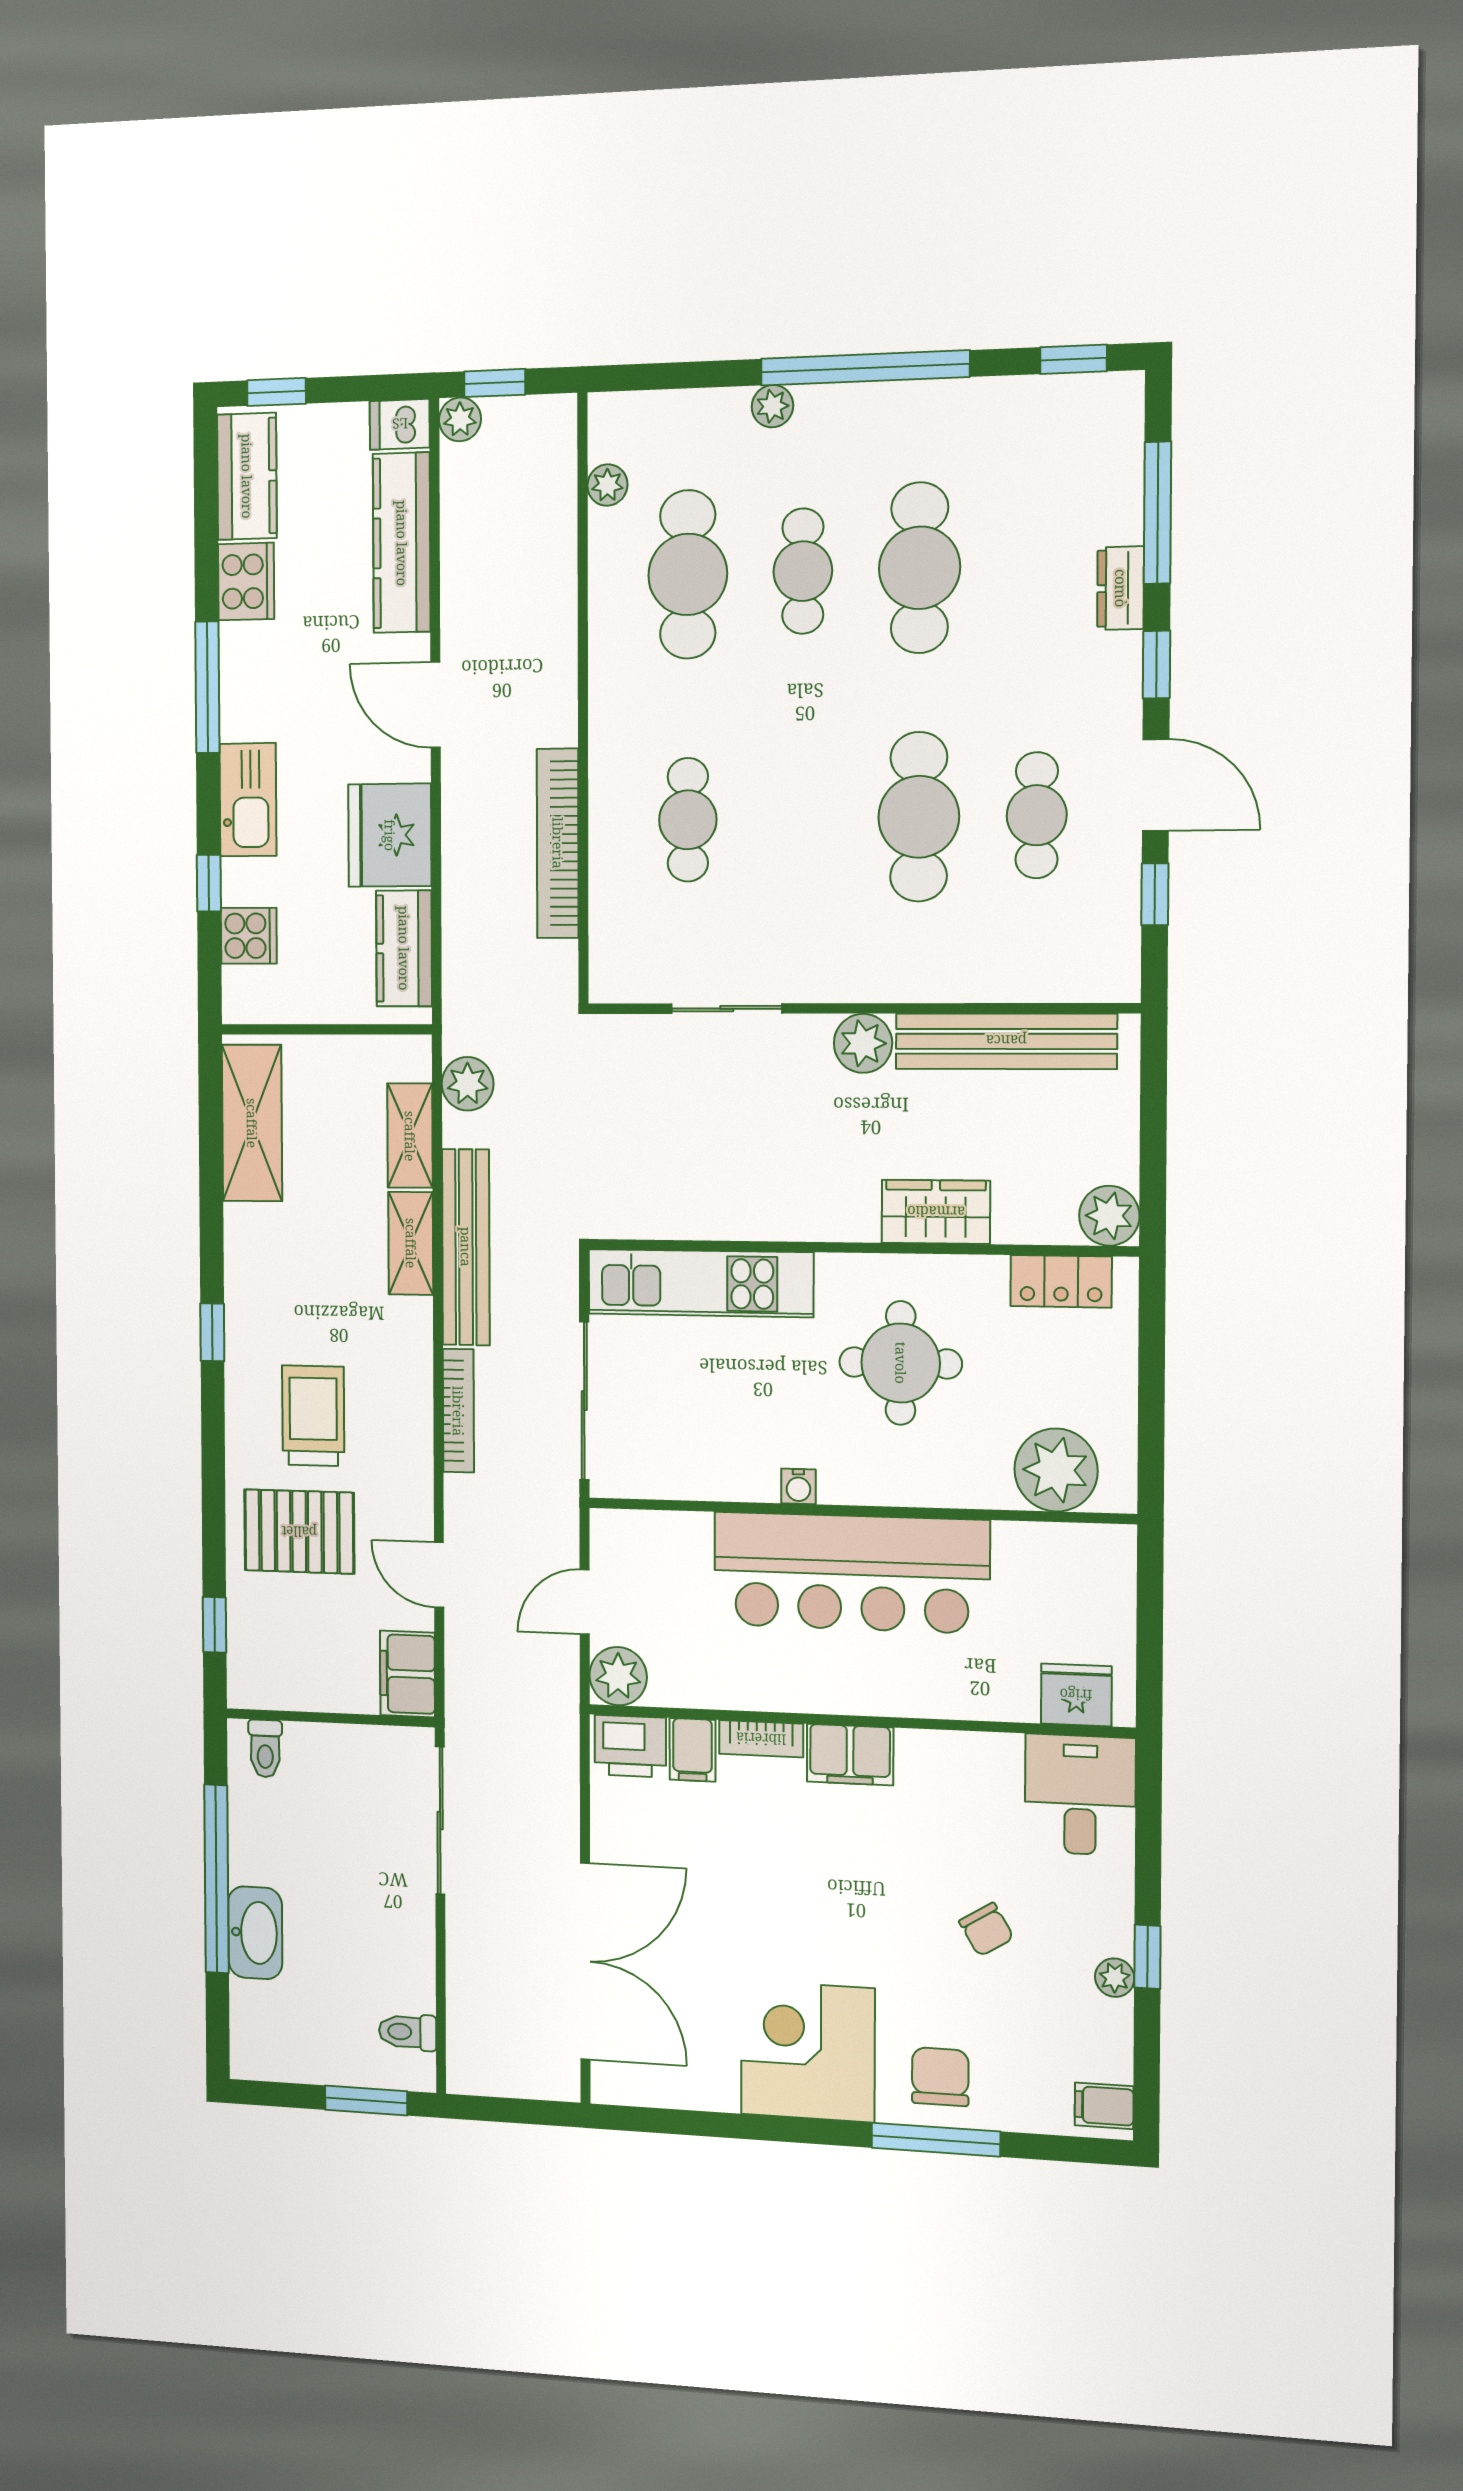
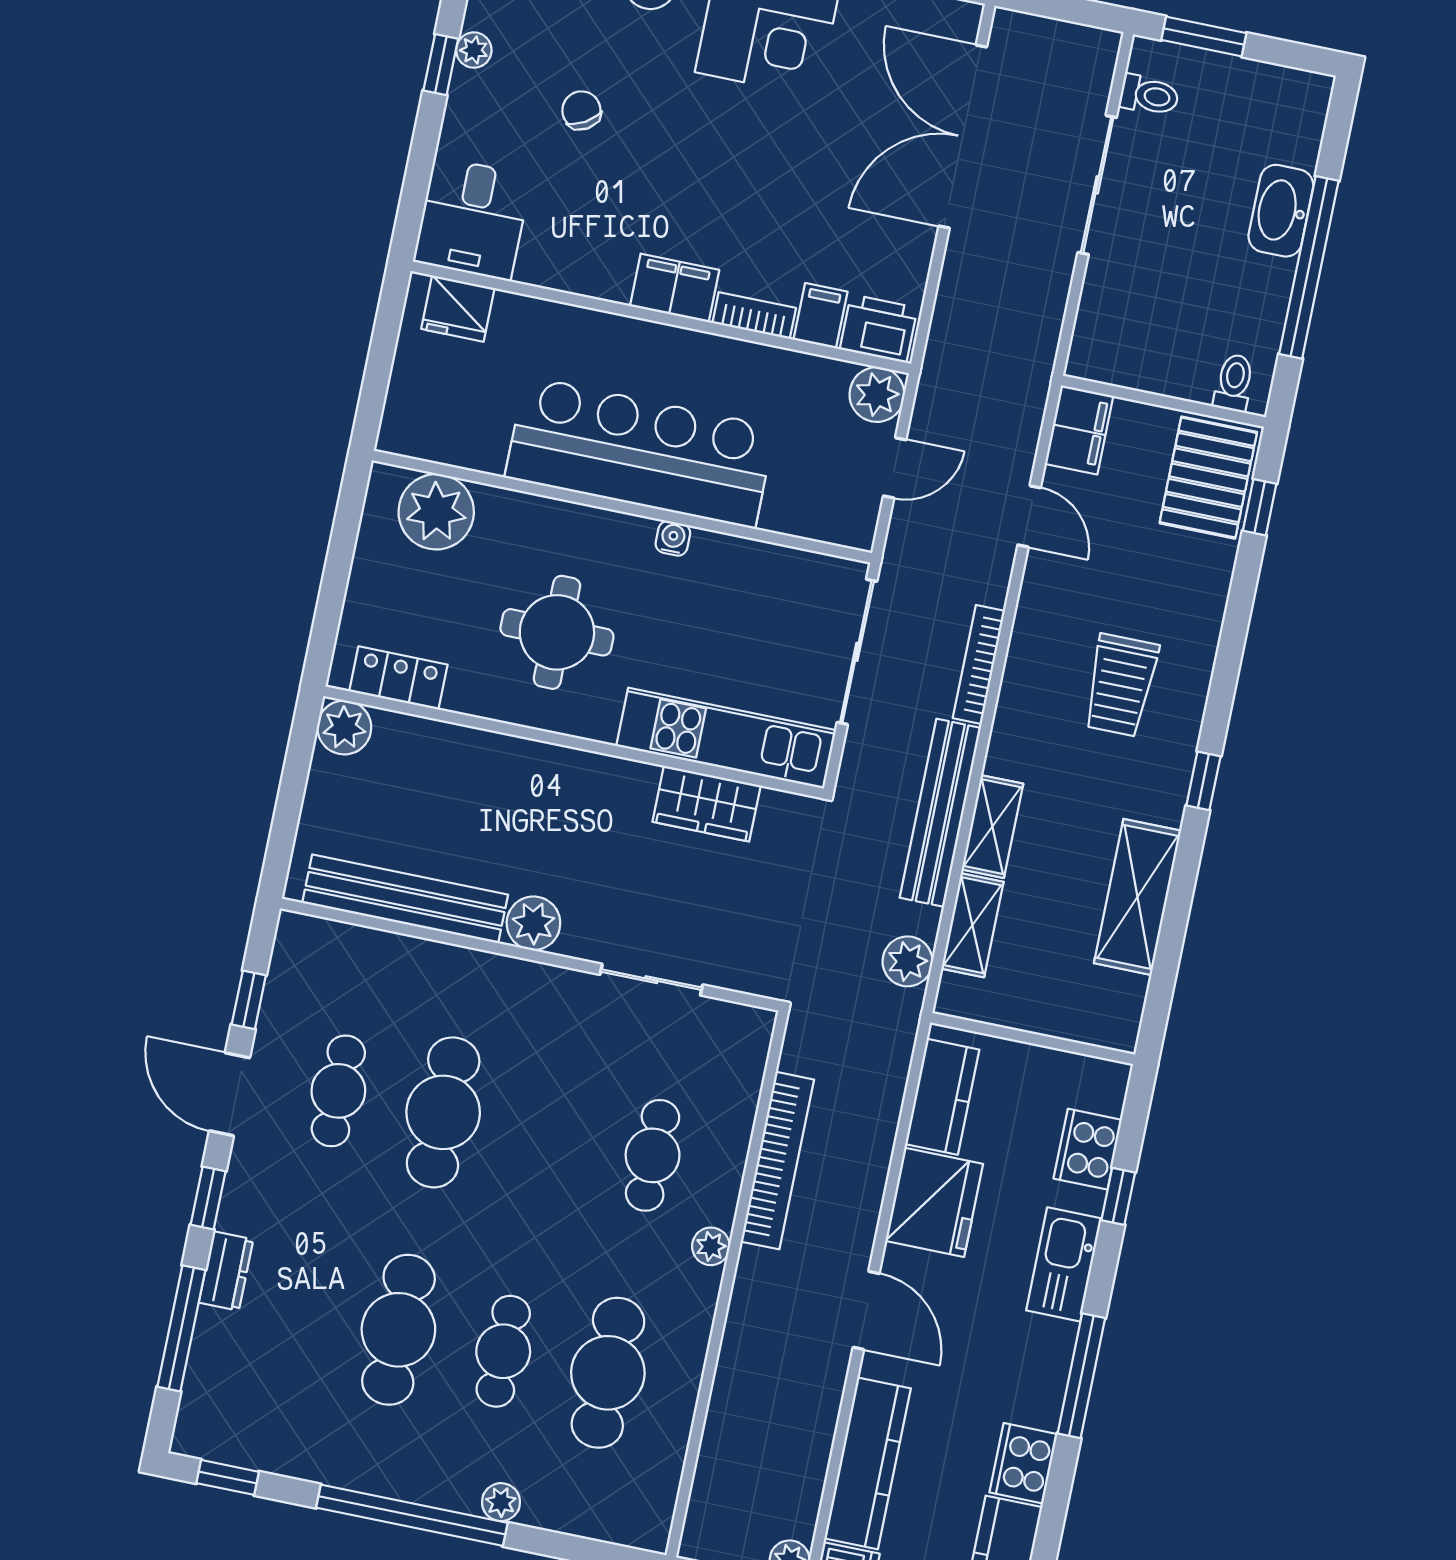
plant: (607, 485) -> (711, 1246), moved
cooker: (249, 936) -> (1088, 1149), width x1.36
shelving: (252, 1123) -> (1138, 897), moved
wardrobe: (936, 1212) -> (707, 804), moved
pallet: (299, 1532) -> (1208, 478), moved, turned 90
sliding door: (440, 1821) -> (1097, 185), moved

